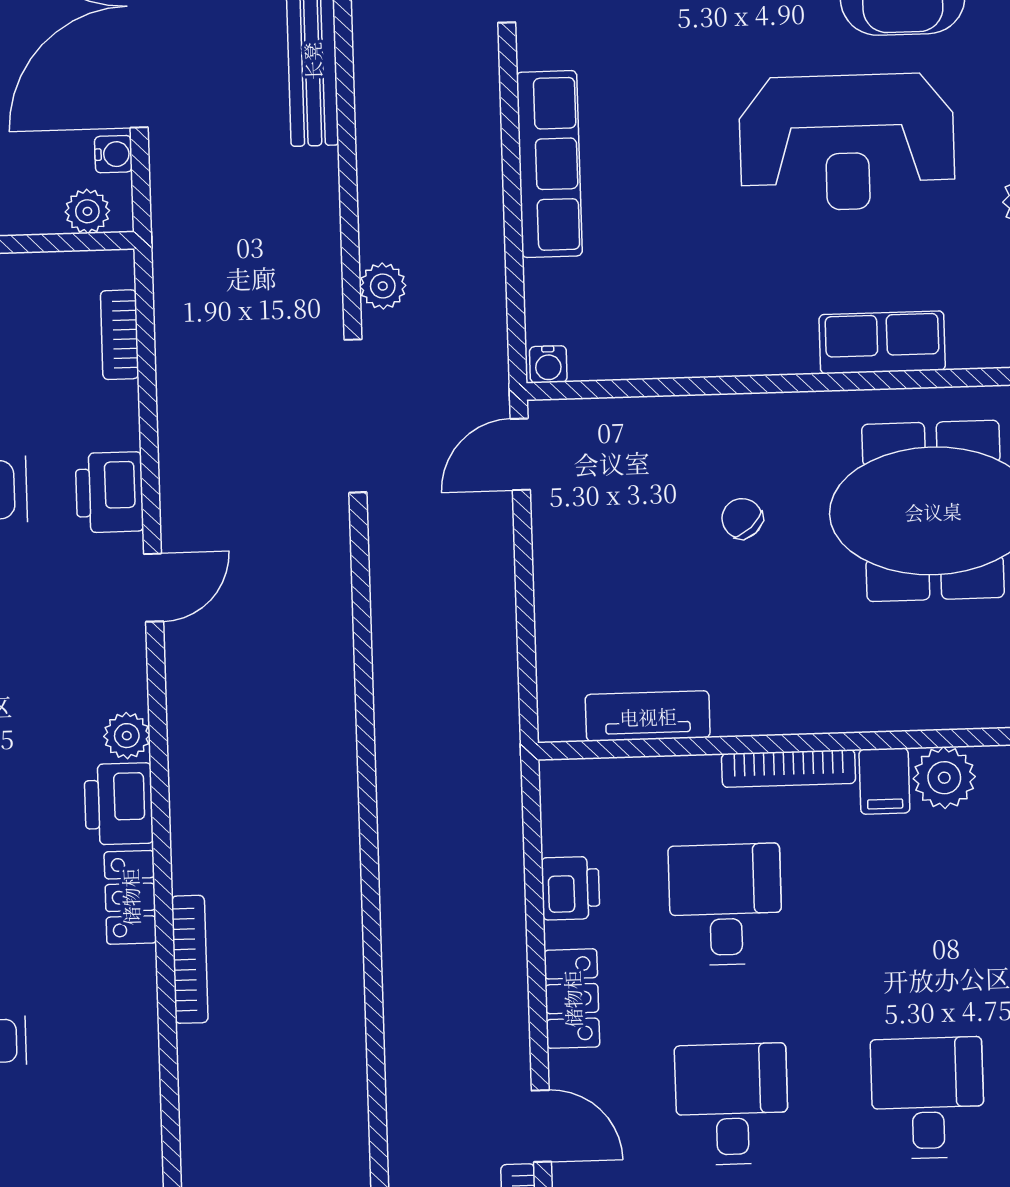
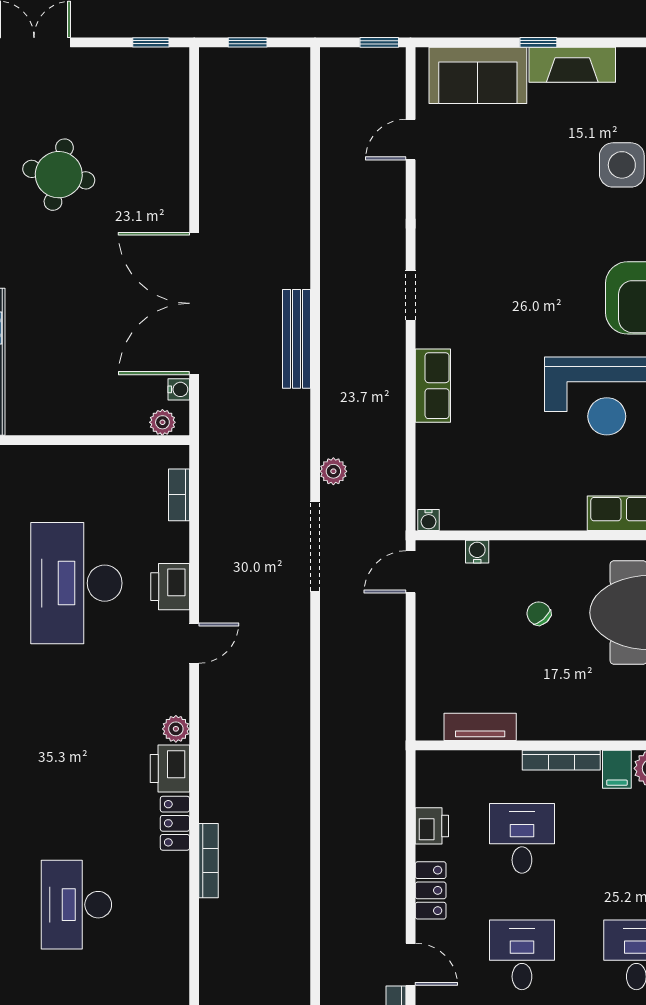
row of seats: (549, 164) -> (433, 386), width x0.68
water cooler: (633, 416) -> (477, 552), added

